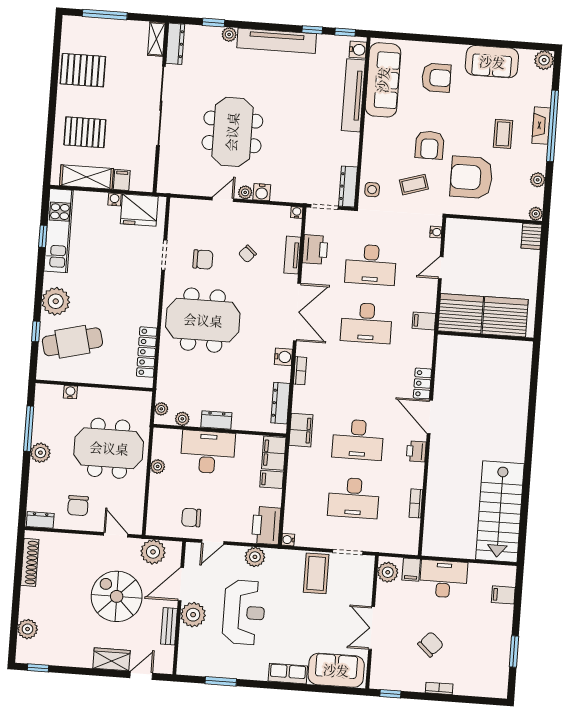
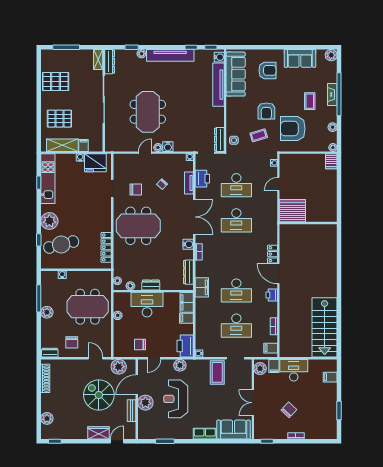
server rack: (505, 317) -> (319, 211), removed
filing cabinet: (424, 321) -> (271, 348), moved
reception desk: (244, 612) -> (176, 399), turned 180

